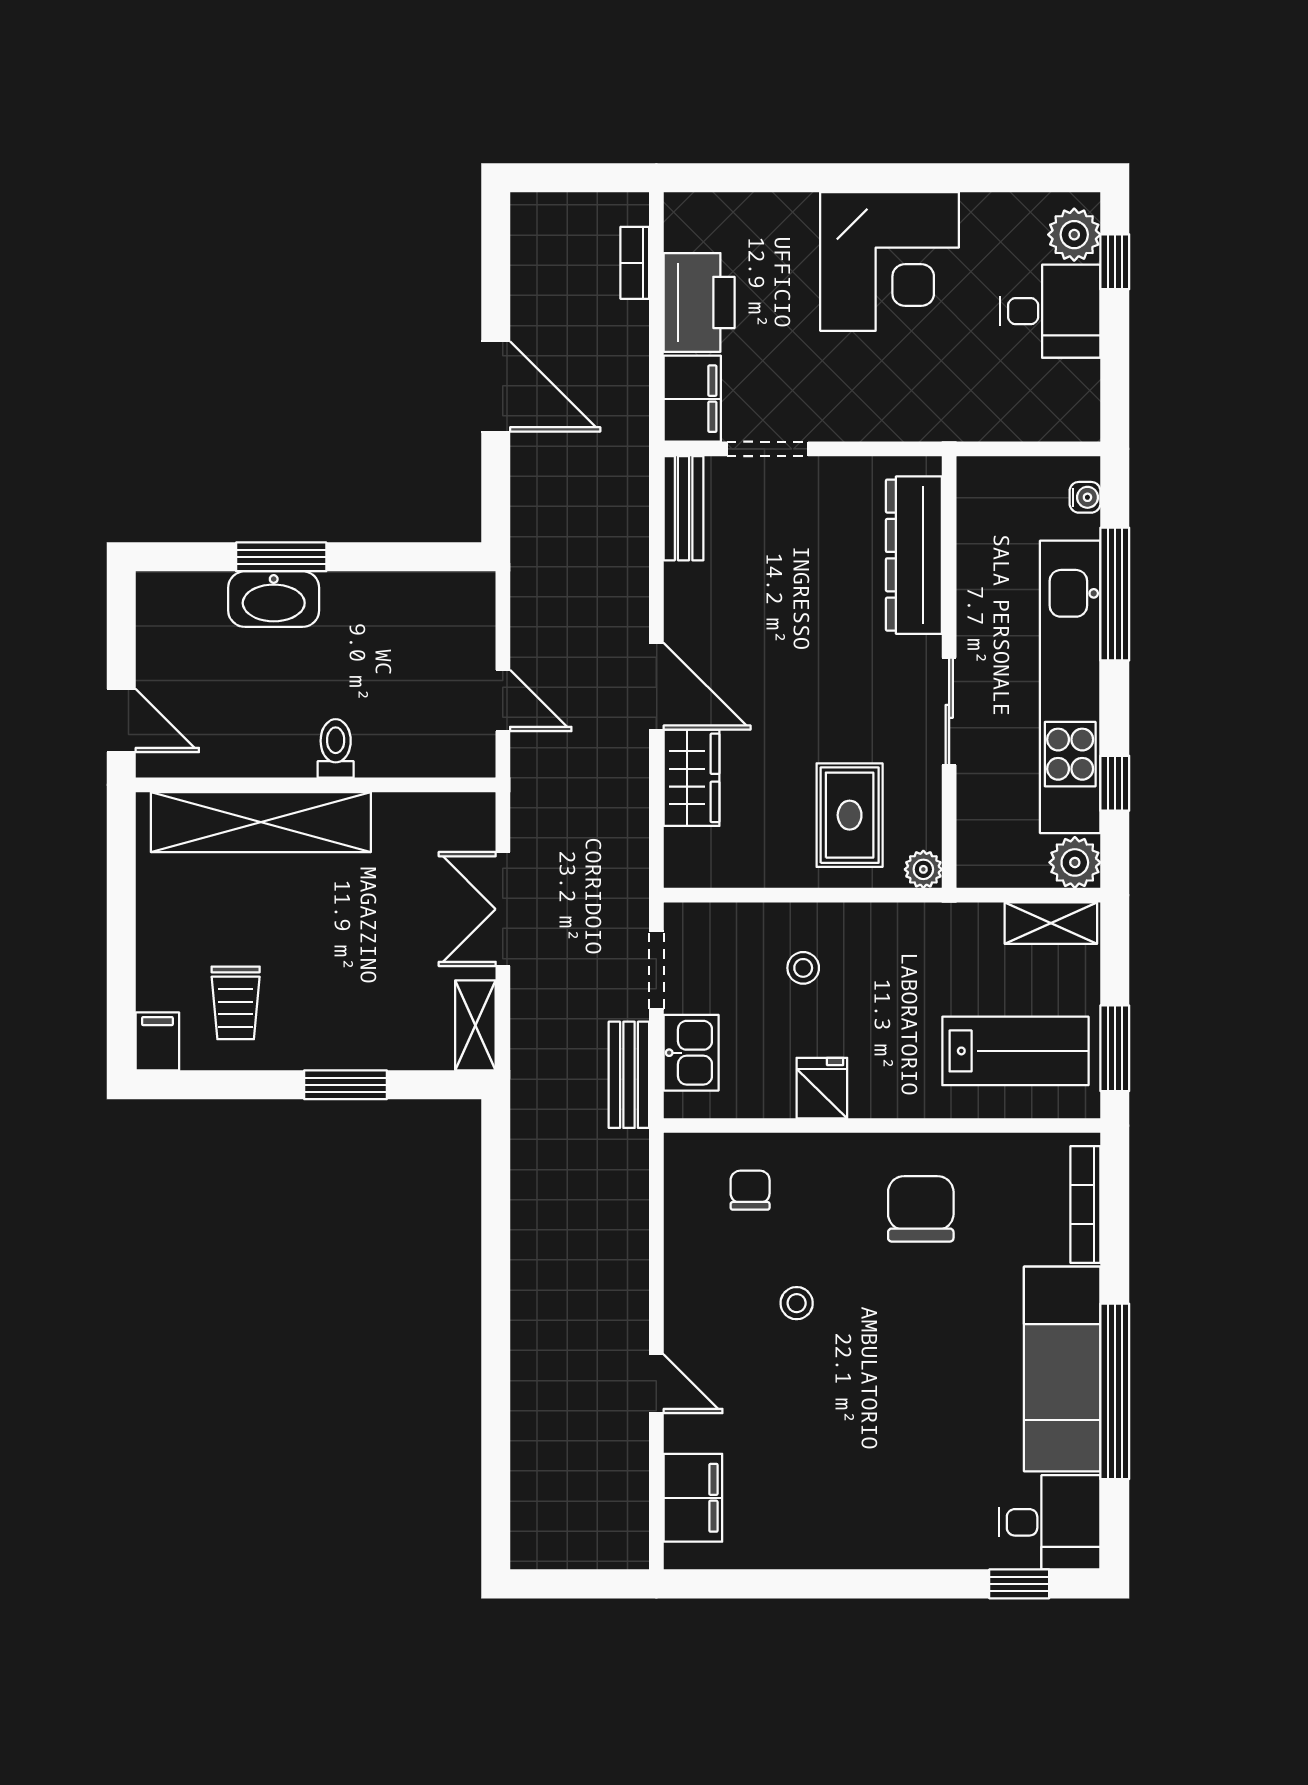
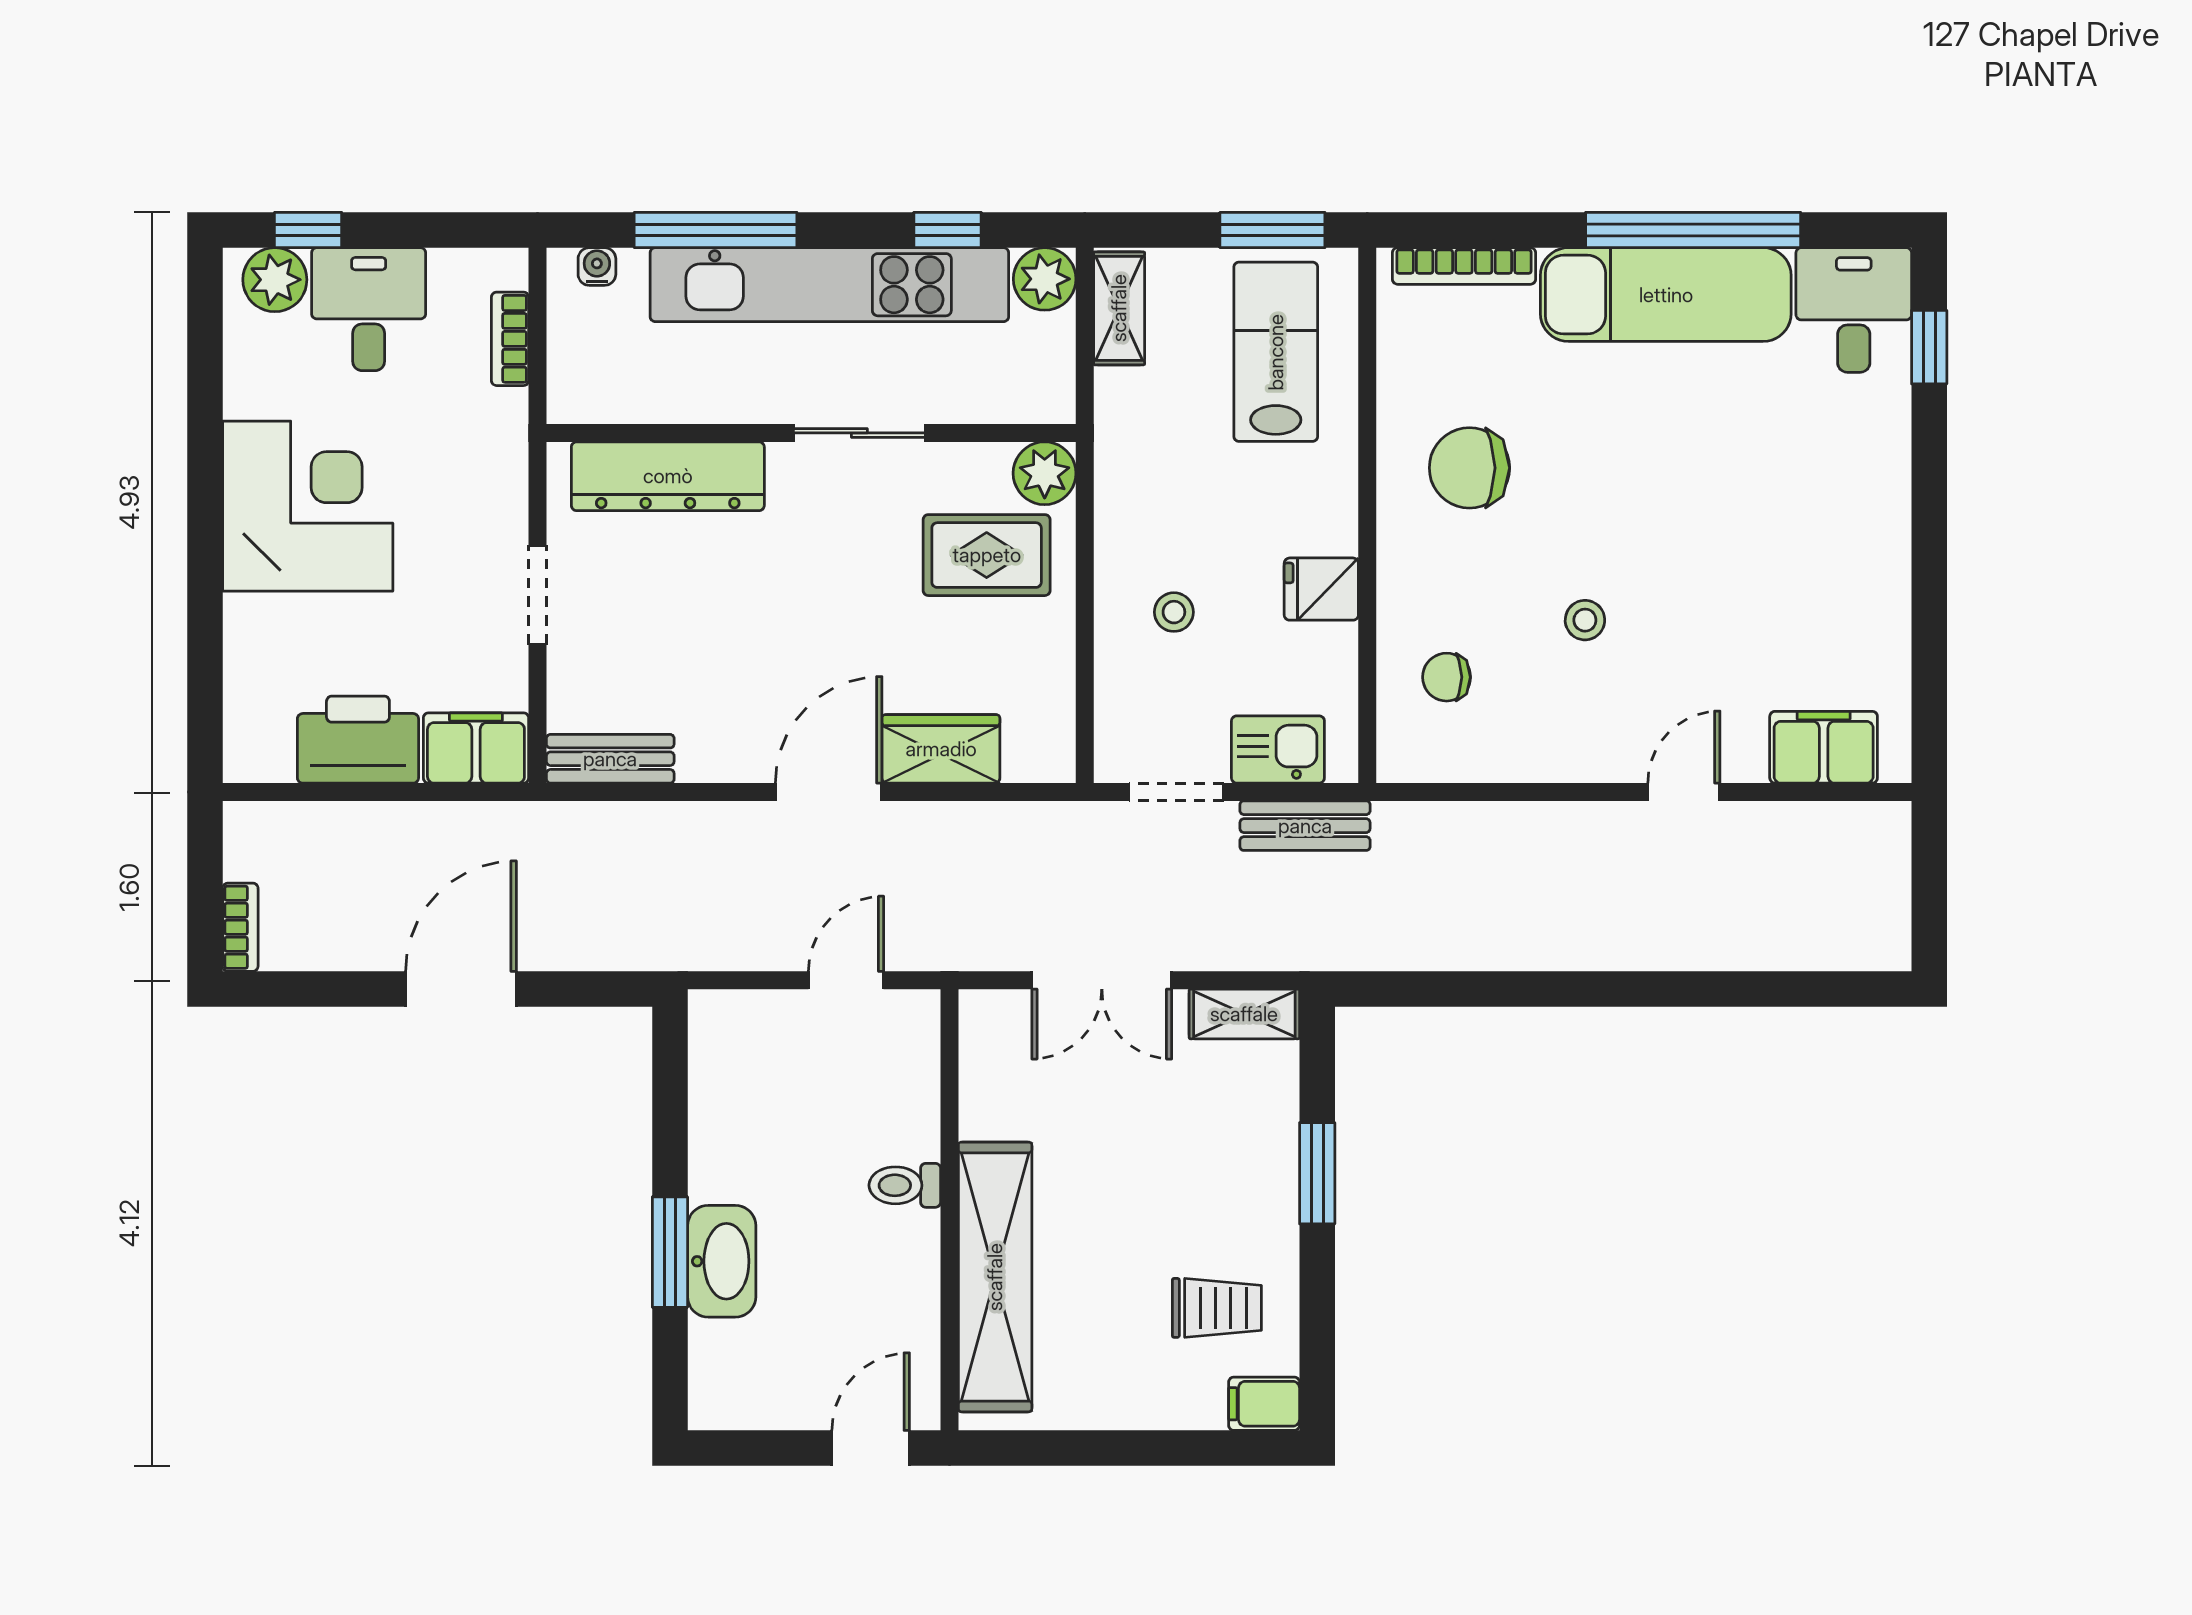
bookcase: (635, 263) -> (240, 927), moved, turned -90
bookcase: (1026, 426) -> (510, 339), added
doorway: (767, 449) -> (538, 595), moved
plant: (923, 869) -> (1045, 473), width x1.38, depth x1.38

